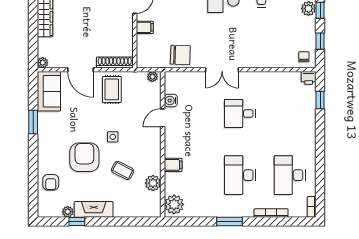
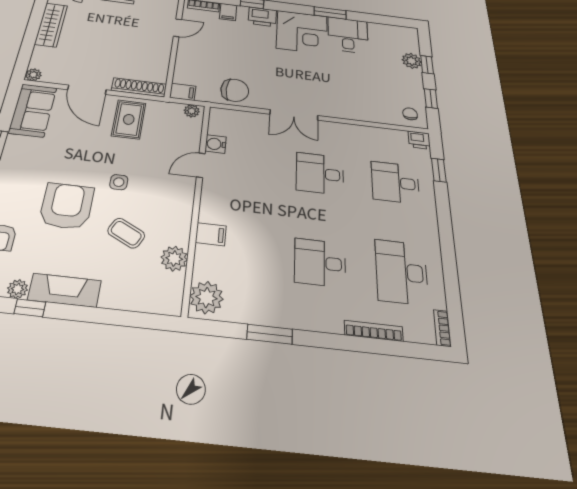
filing cabinet: (145, 27) -> (183, 92), moved
desk: (290, 113) -> (395, 183), added
desk: (240, 175) -> (320, 263), width x0.73
window: (229, 221) -> (270, 334), moved

